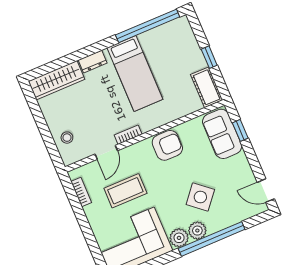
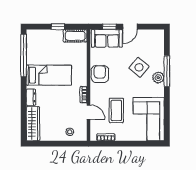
door: (266, 191) -> (130, 27), moved
plant: (179, 238) -> (158, 90), removed
window: (212, 239) -> (167, 71), width x0.68

